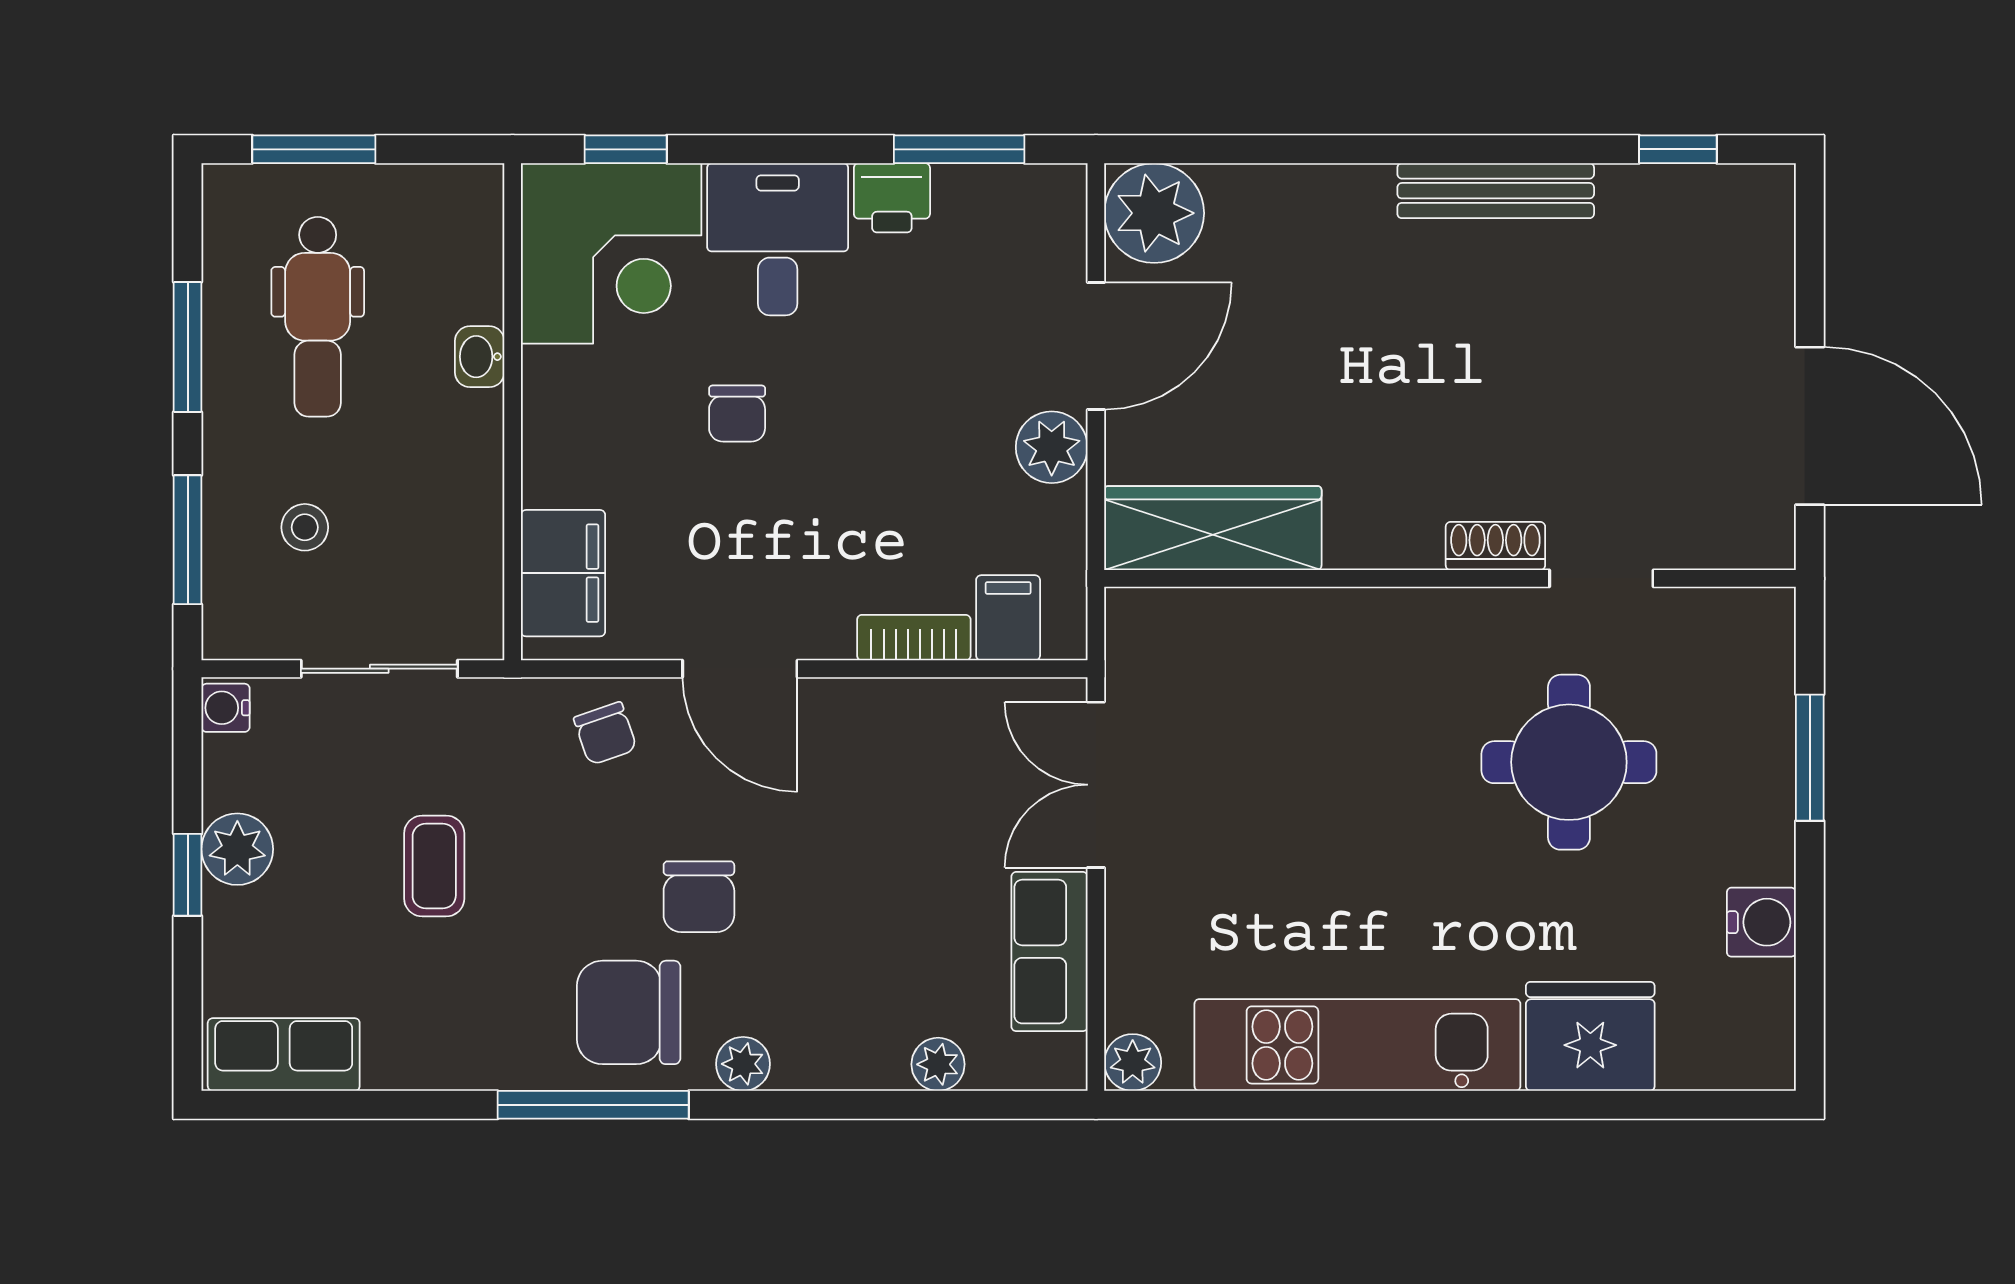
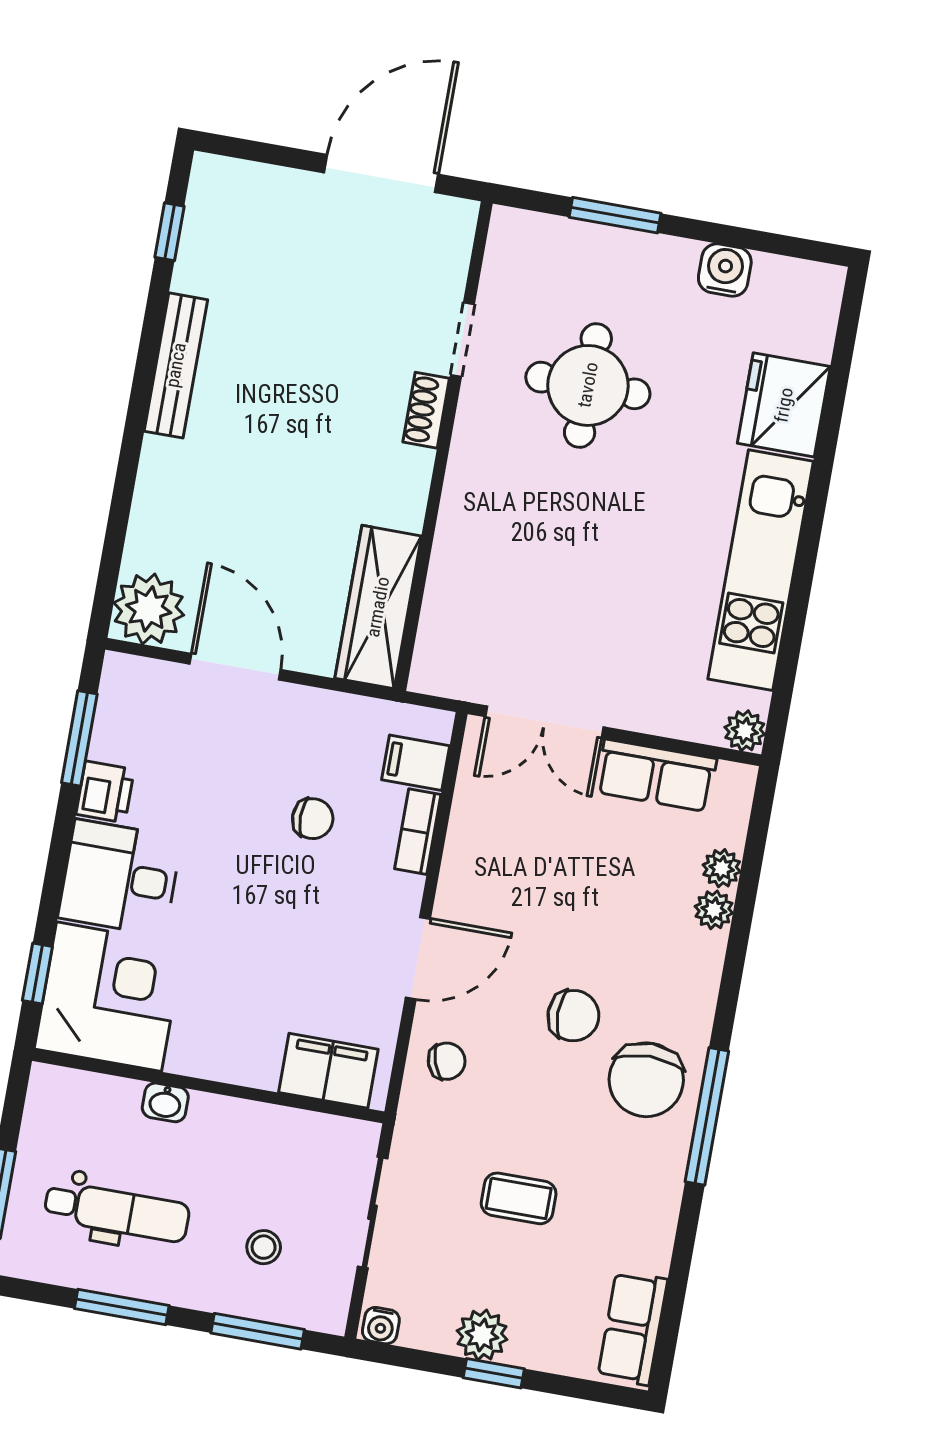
chair: (737, 414) -> (313, 819), moved
plant: (1052, 447) -> (301, 711), removed
plant: (743, 1064) -> (714, 910), moved

